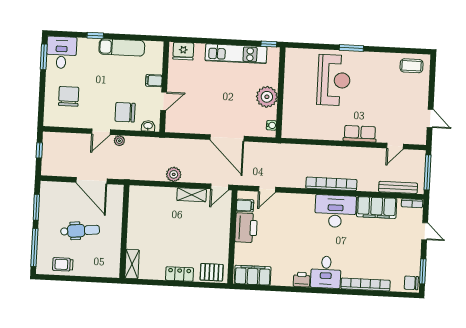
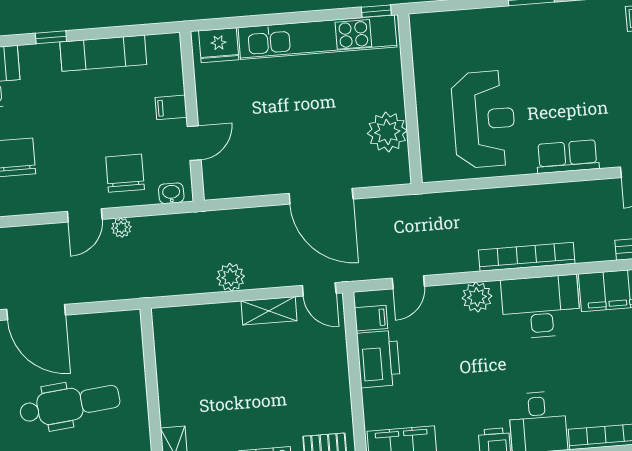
kitchen unit: (236, 54) -> (317, 37), width x1.36
reception desk: (334, 80) -> (484, 119), moved
plant: (267, 97) -> (387, 132), moved
chair: (125, 112) -> (125, 173), turned 90
water cooler: (271, 125) -> (401, 162), removed
door: (92, 181) -> (36, 312), moved
door: (220, 187) -> (319, 289), hinge flipped
plant: (302, 202) -> (477, 297), added
dental chair: (80, 231) -> (70, 405), width x1.36, depth x1.38

